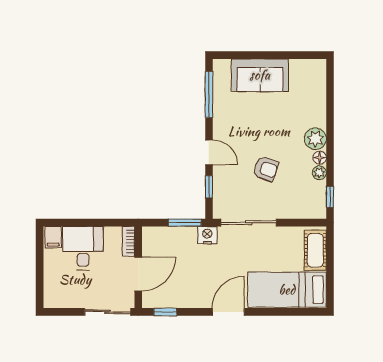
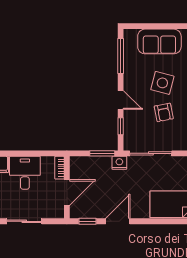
side table: (264, 130) -> (162, 83), added
armchair: (266, 169) -> (164, 112), turned 60
sliding door: (108, 312) -> (24, 221), moved
door: (228, 312) -> (118, 221), moved

